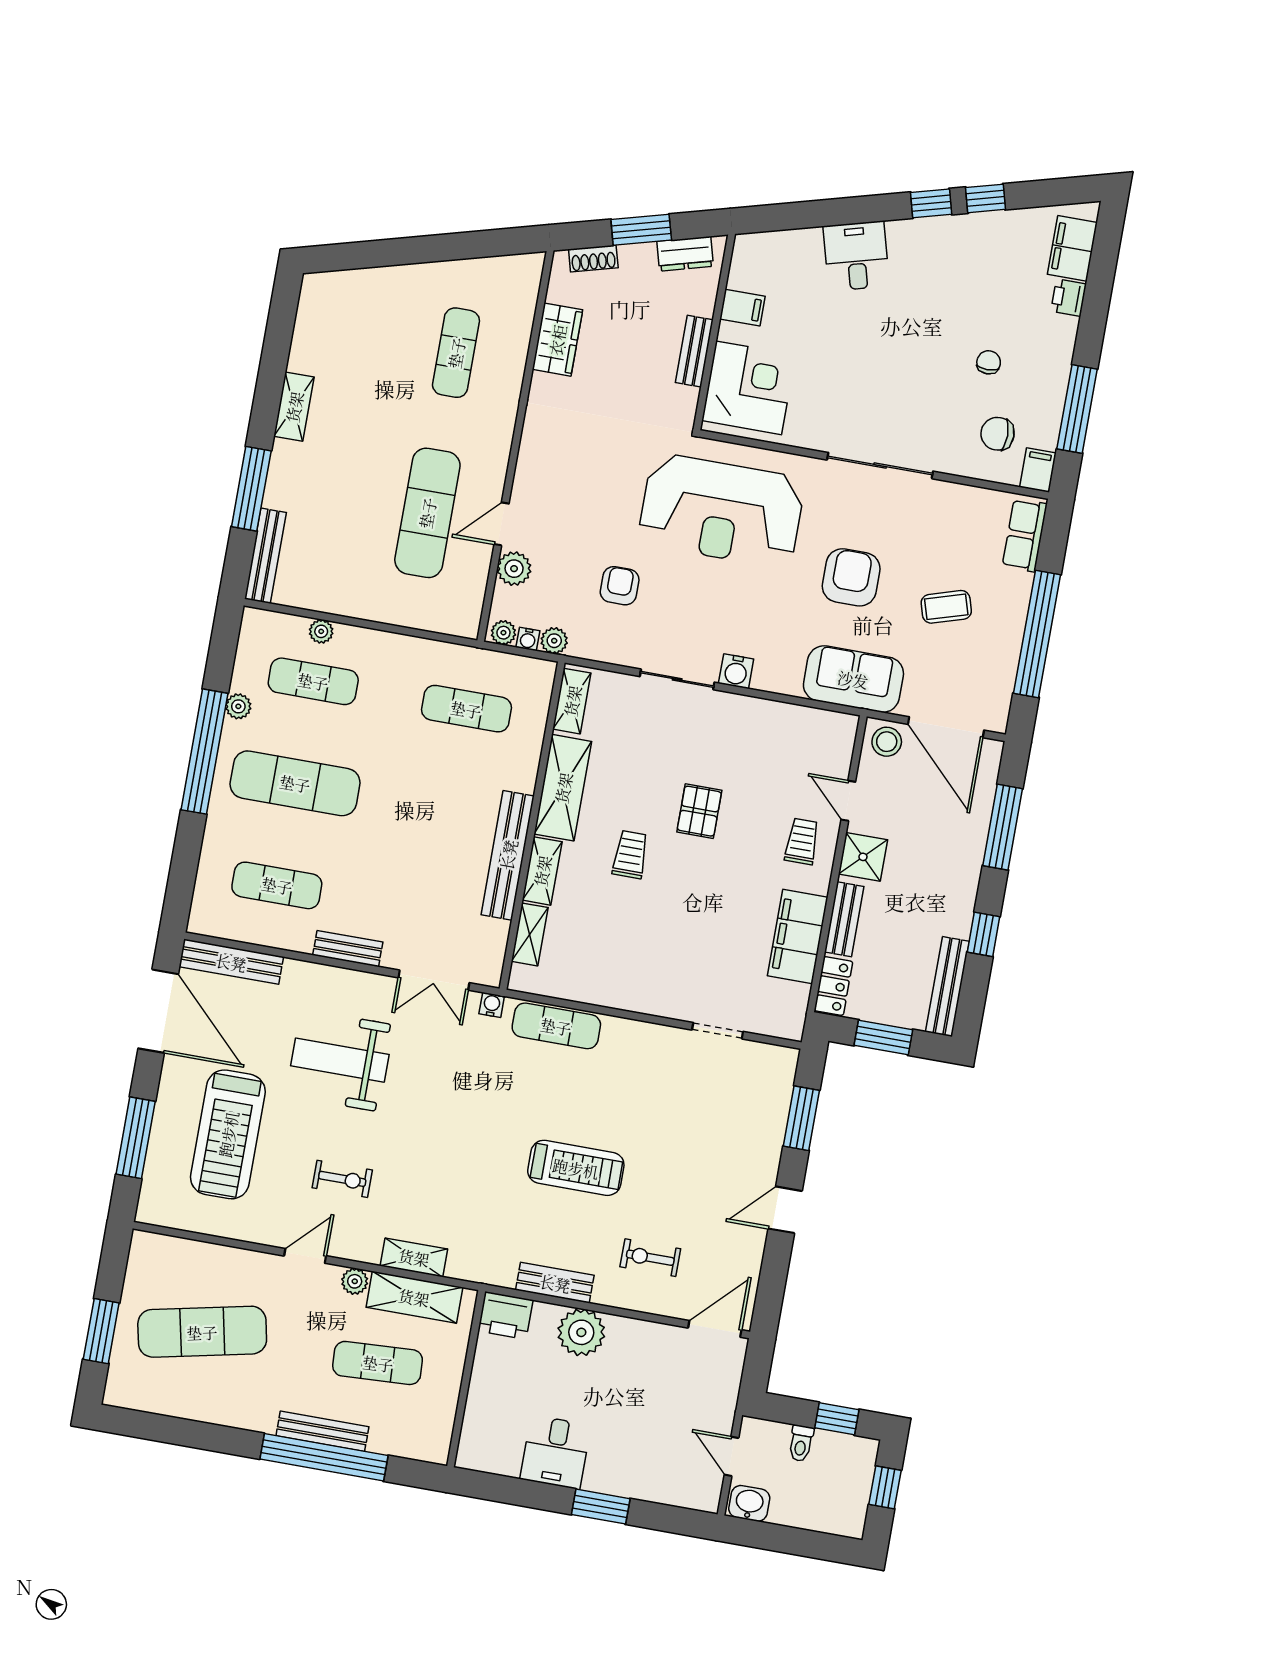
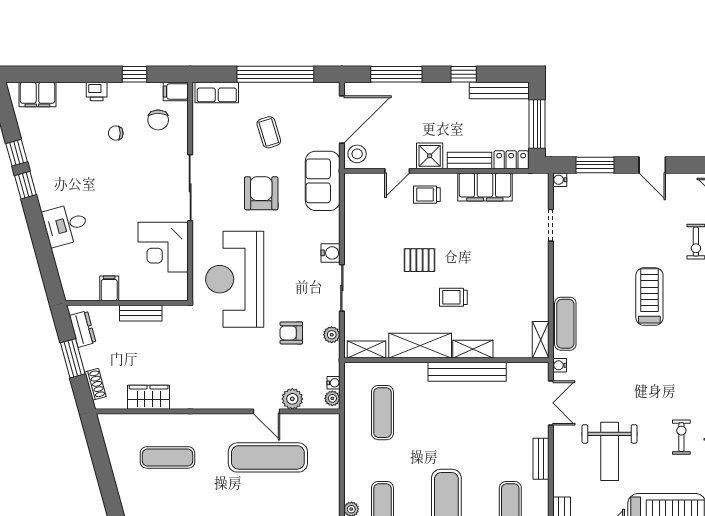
printer: (1069, 298) -> (97, 92), moved
corner desk: (749, 388) -> (163, 247), moved, turned -90
window: (1077, 409) -> (134, 74), width x0.46
reception desk: (721, 511) -> (235, 279), turned 180
armchair: (851, 577) -> (261, 193), turned 90
plant: (554, 641) -> (332, 335), moved
shelving: (530, 934) -> (541, 340), moved, turned 90
window: (883, 1037) -> (537, 124), width x1.44
water cooler: (788, 1058) -> (560, 180), added

